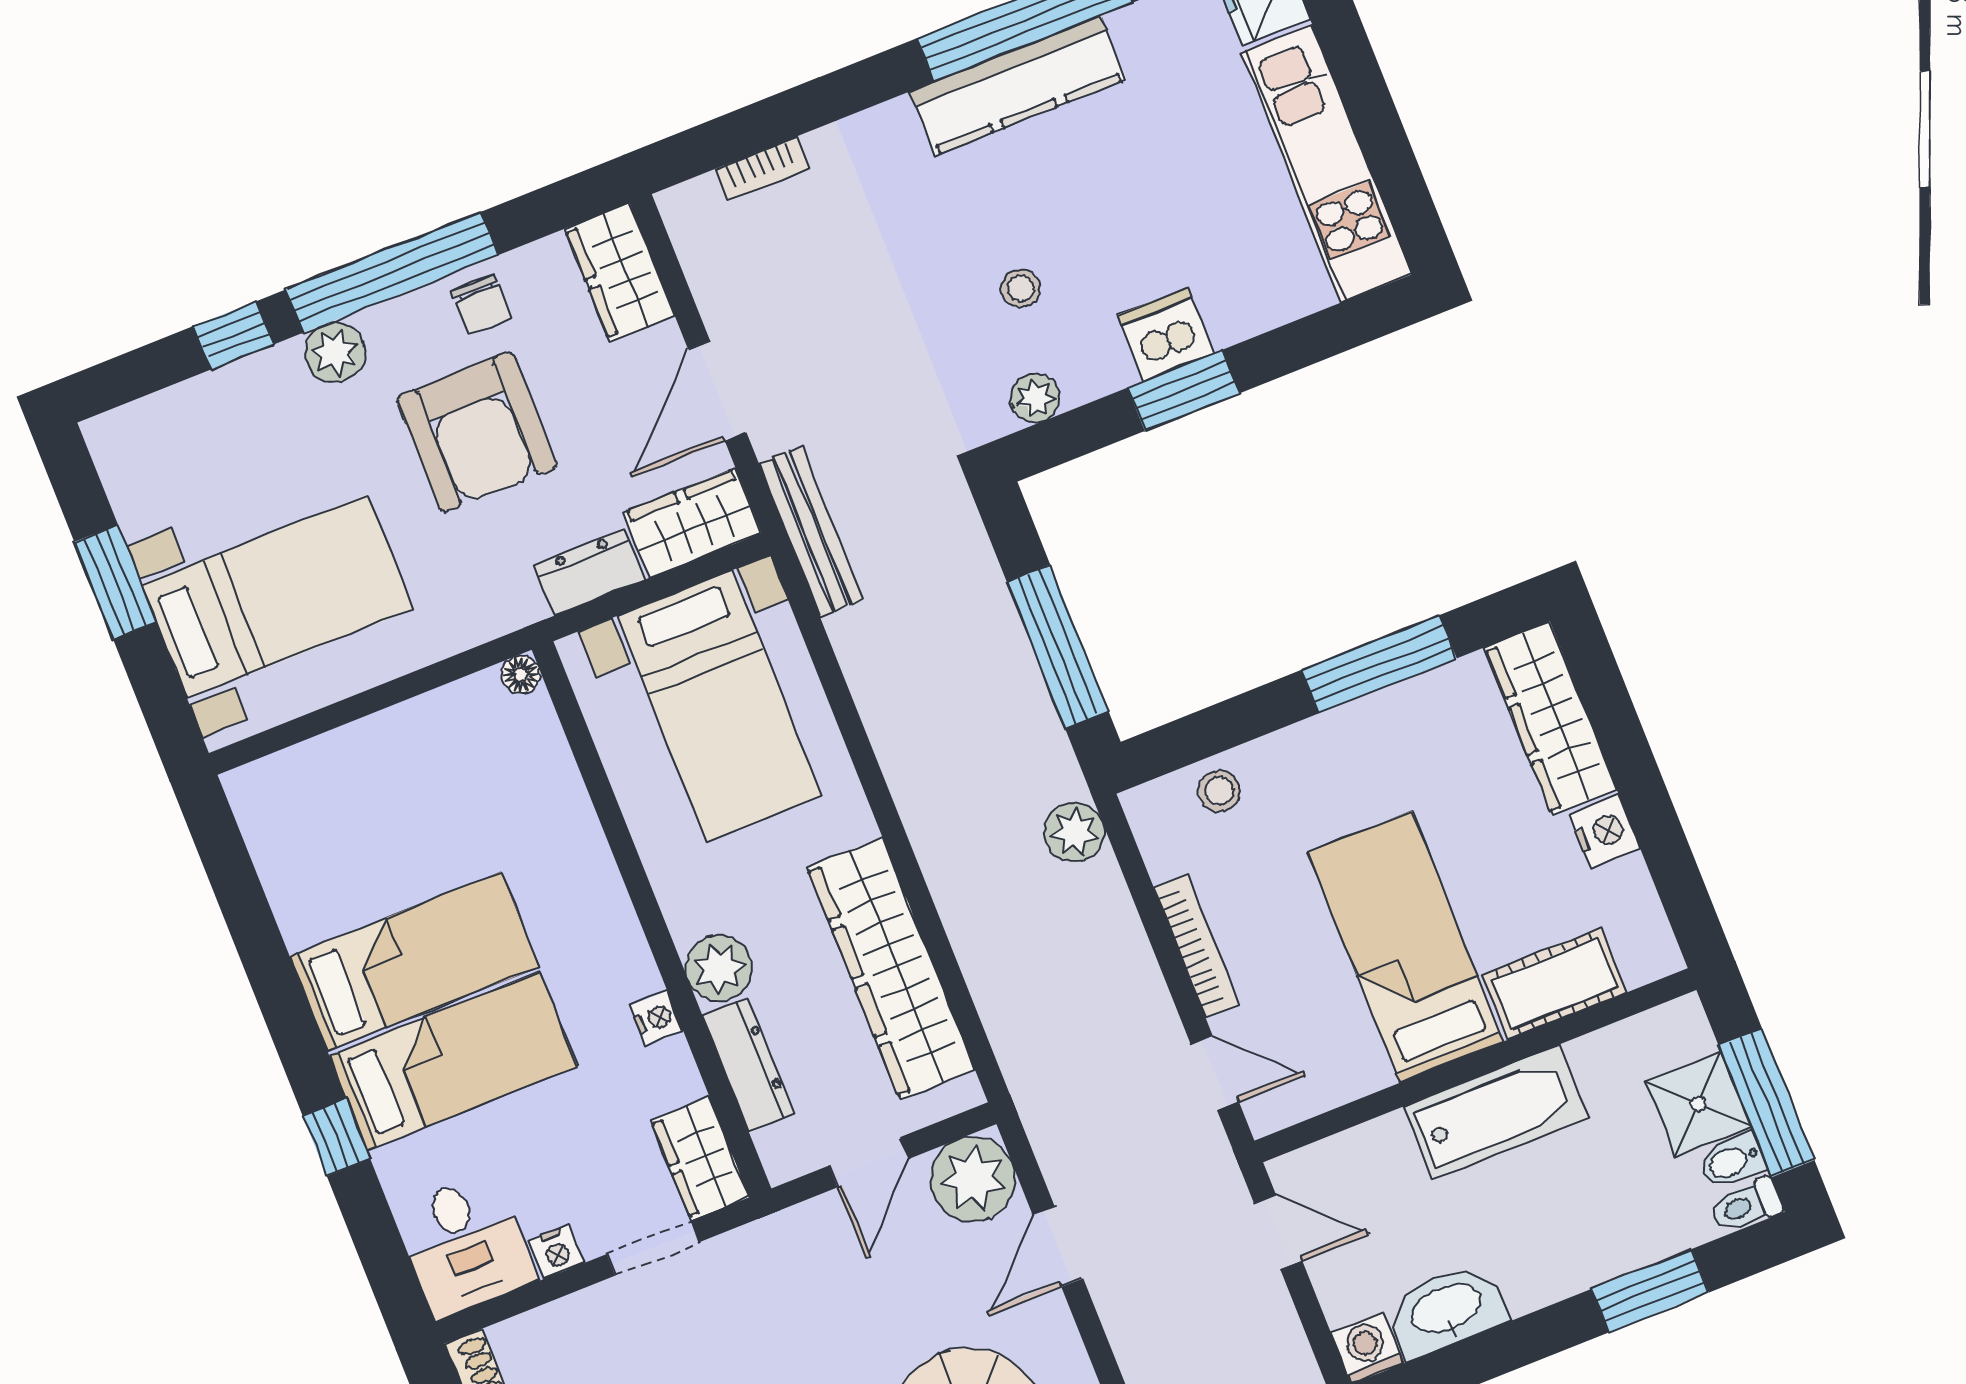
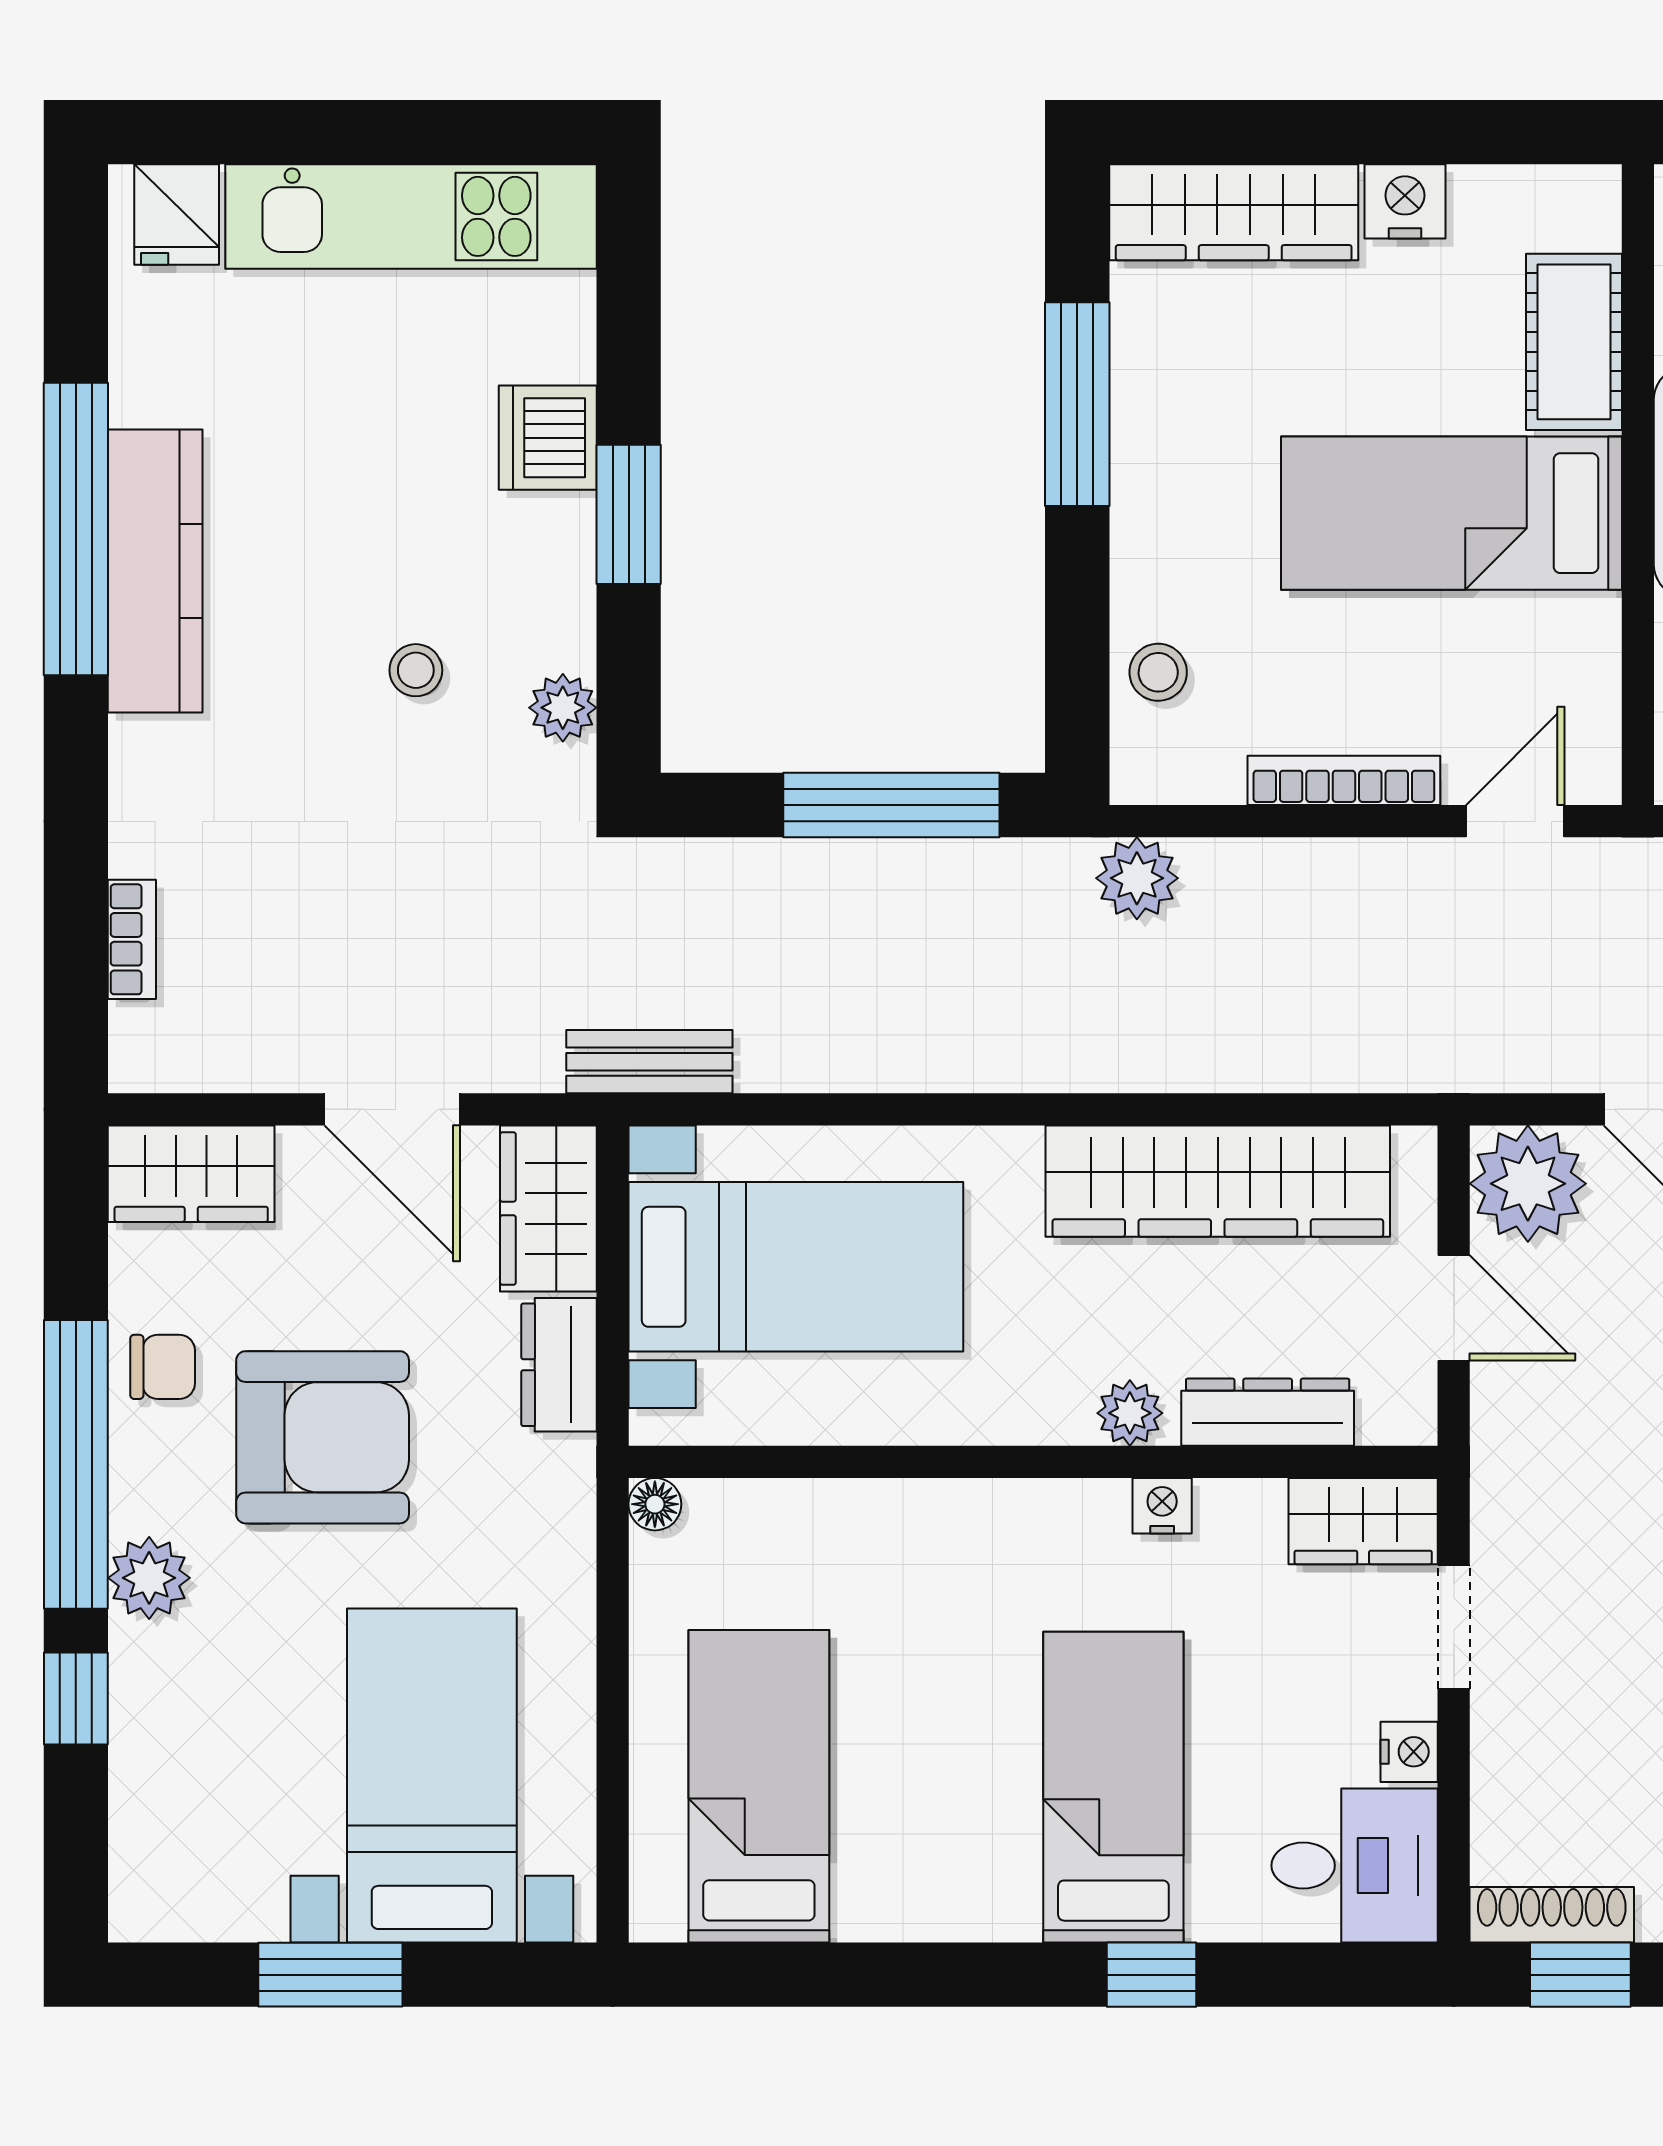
dishwasher: (1166, 334) -> (548, 438), moved
bench: (811, 531) -> (649, 1062), width x0.73
bed: (414, 962) -> (759, 1786), moved
plant: (719, 968) -> (1130, 1413), width x0.73, depth x0.73

